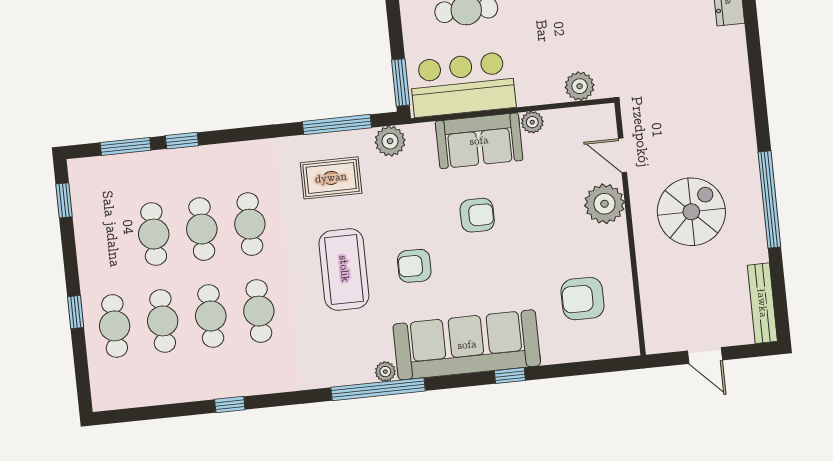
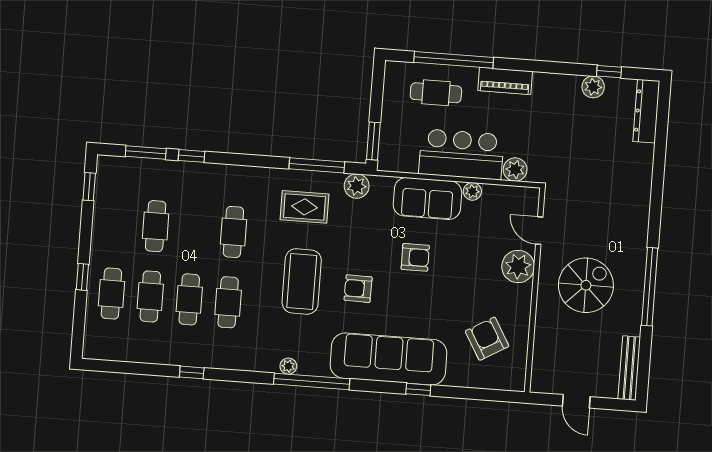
bar counter: (463, 84) -> (461, 154), moved
cafe table: (202, 229) -> (195, 229), removed
armchair: (583, 299) -> (487, 339), turned 60
plant: (385, 372) -> (288, 366), moved

